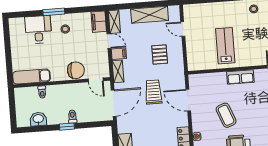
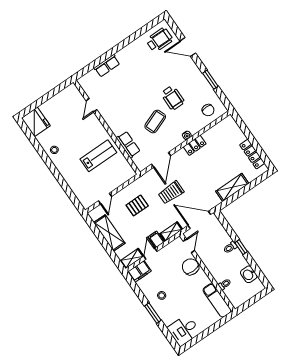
desk: (38, 30) -> (184, 330), moved
lab bench: (225, 46) -> (98, 156), turned 180
row of seats: (240, 77) -> (128, 145), moved

